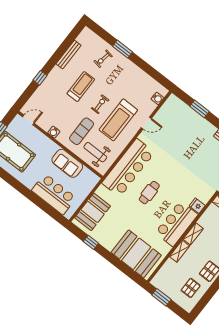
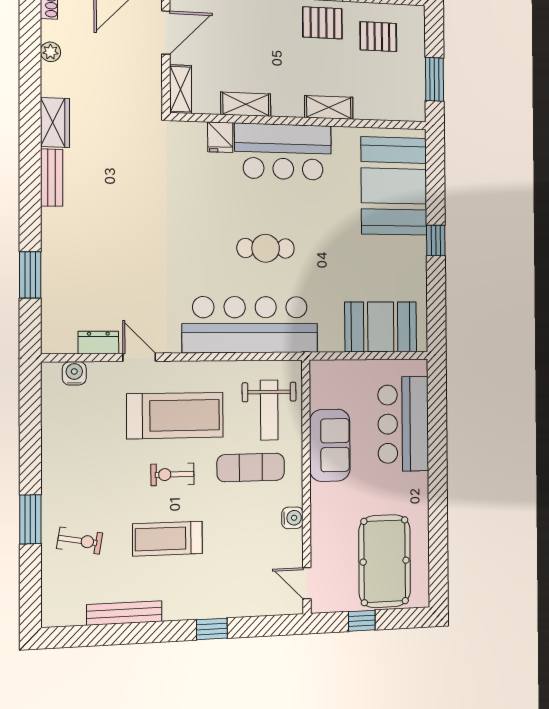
dresser: (161, 114) -> (98, 342), added
shelving: (193, 234) -> (246, 104), moved
window: (91, 242) -> (436, 240), moved

